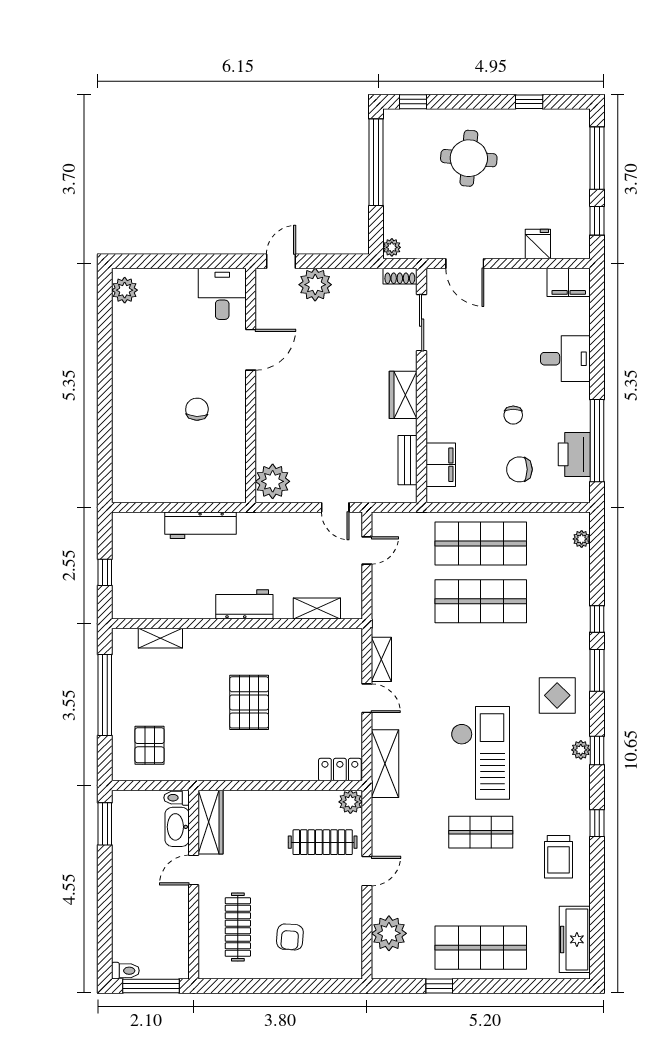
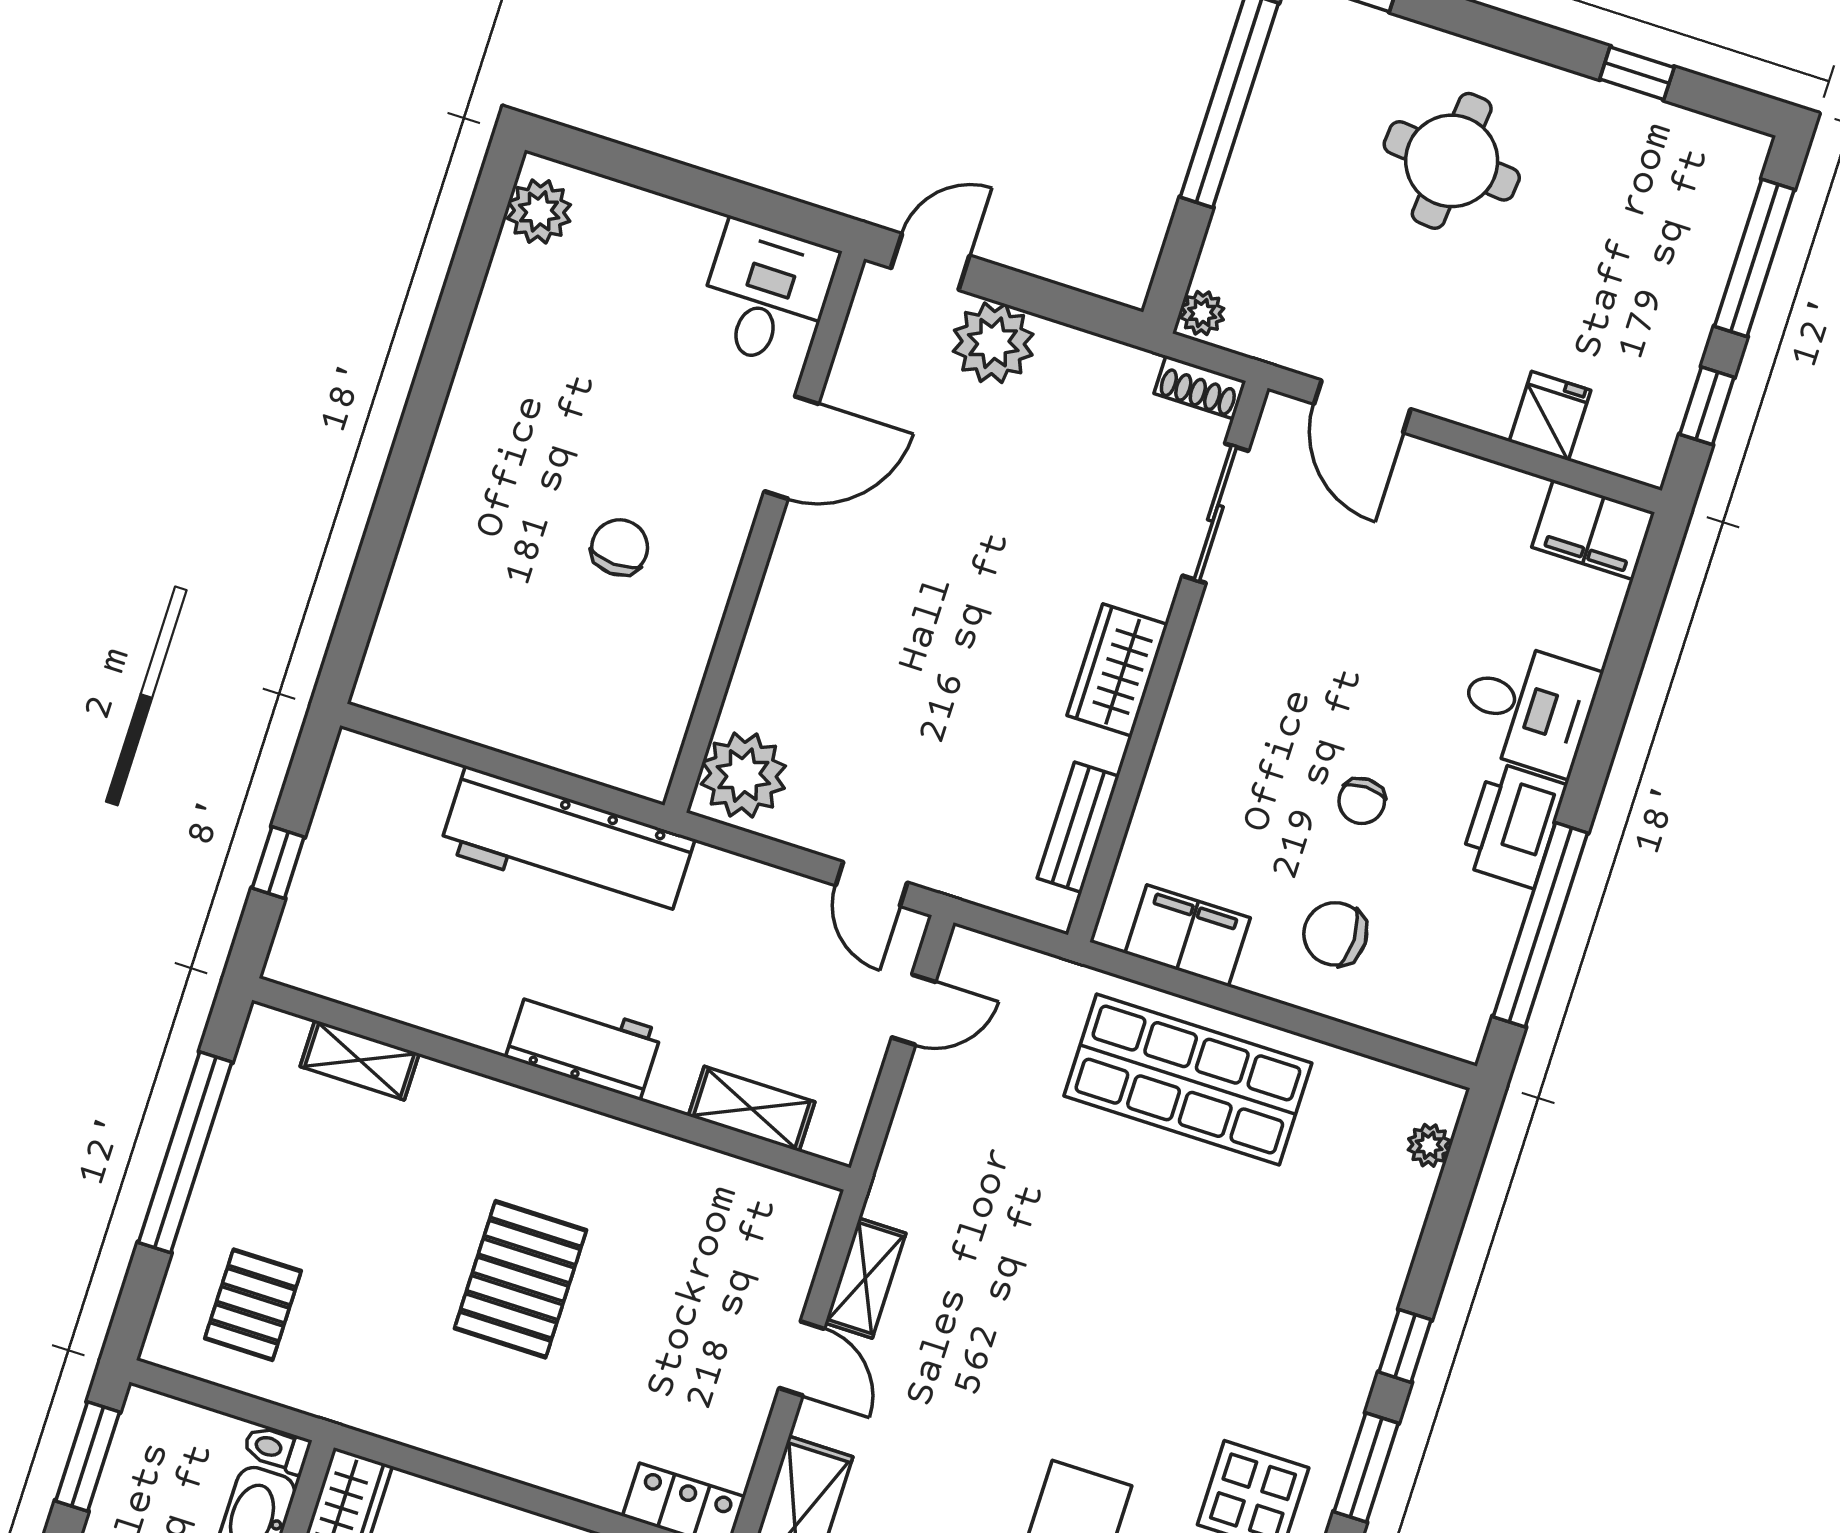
printer: (574, 454) -> (1513, 825), moved
filing cabinet: (441, 465) -> (1188, 936), moved, turned -90
workbench: (200, 525) -> (567, 844), width x1.36, depth x1.32
shop shelf: (481, 601) -> (1144, 1216), removed

